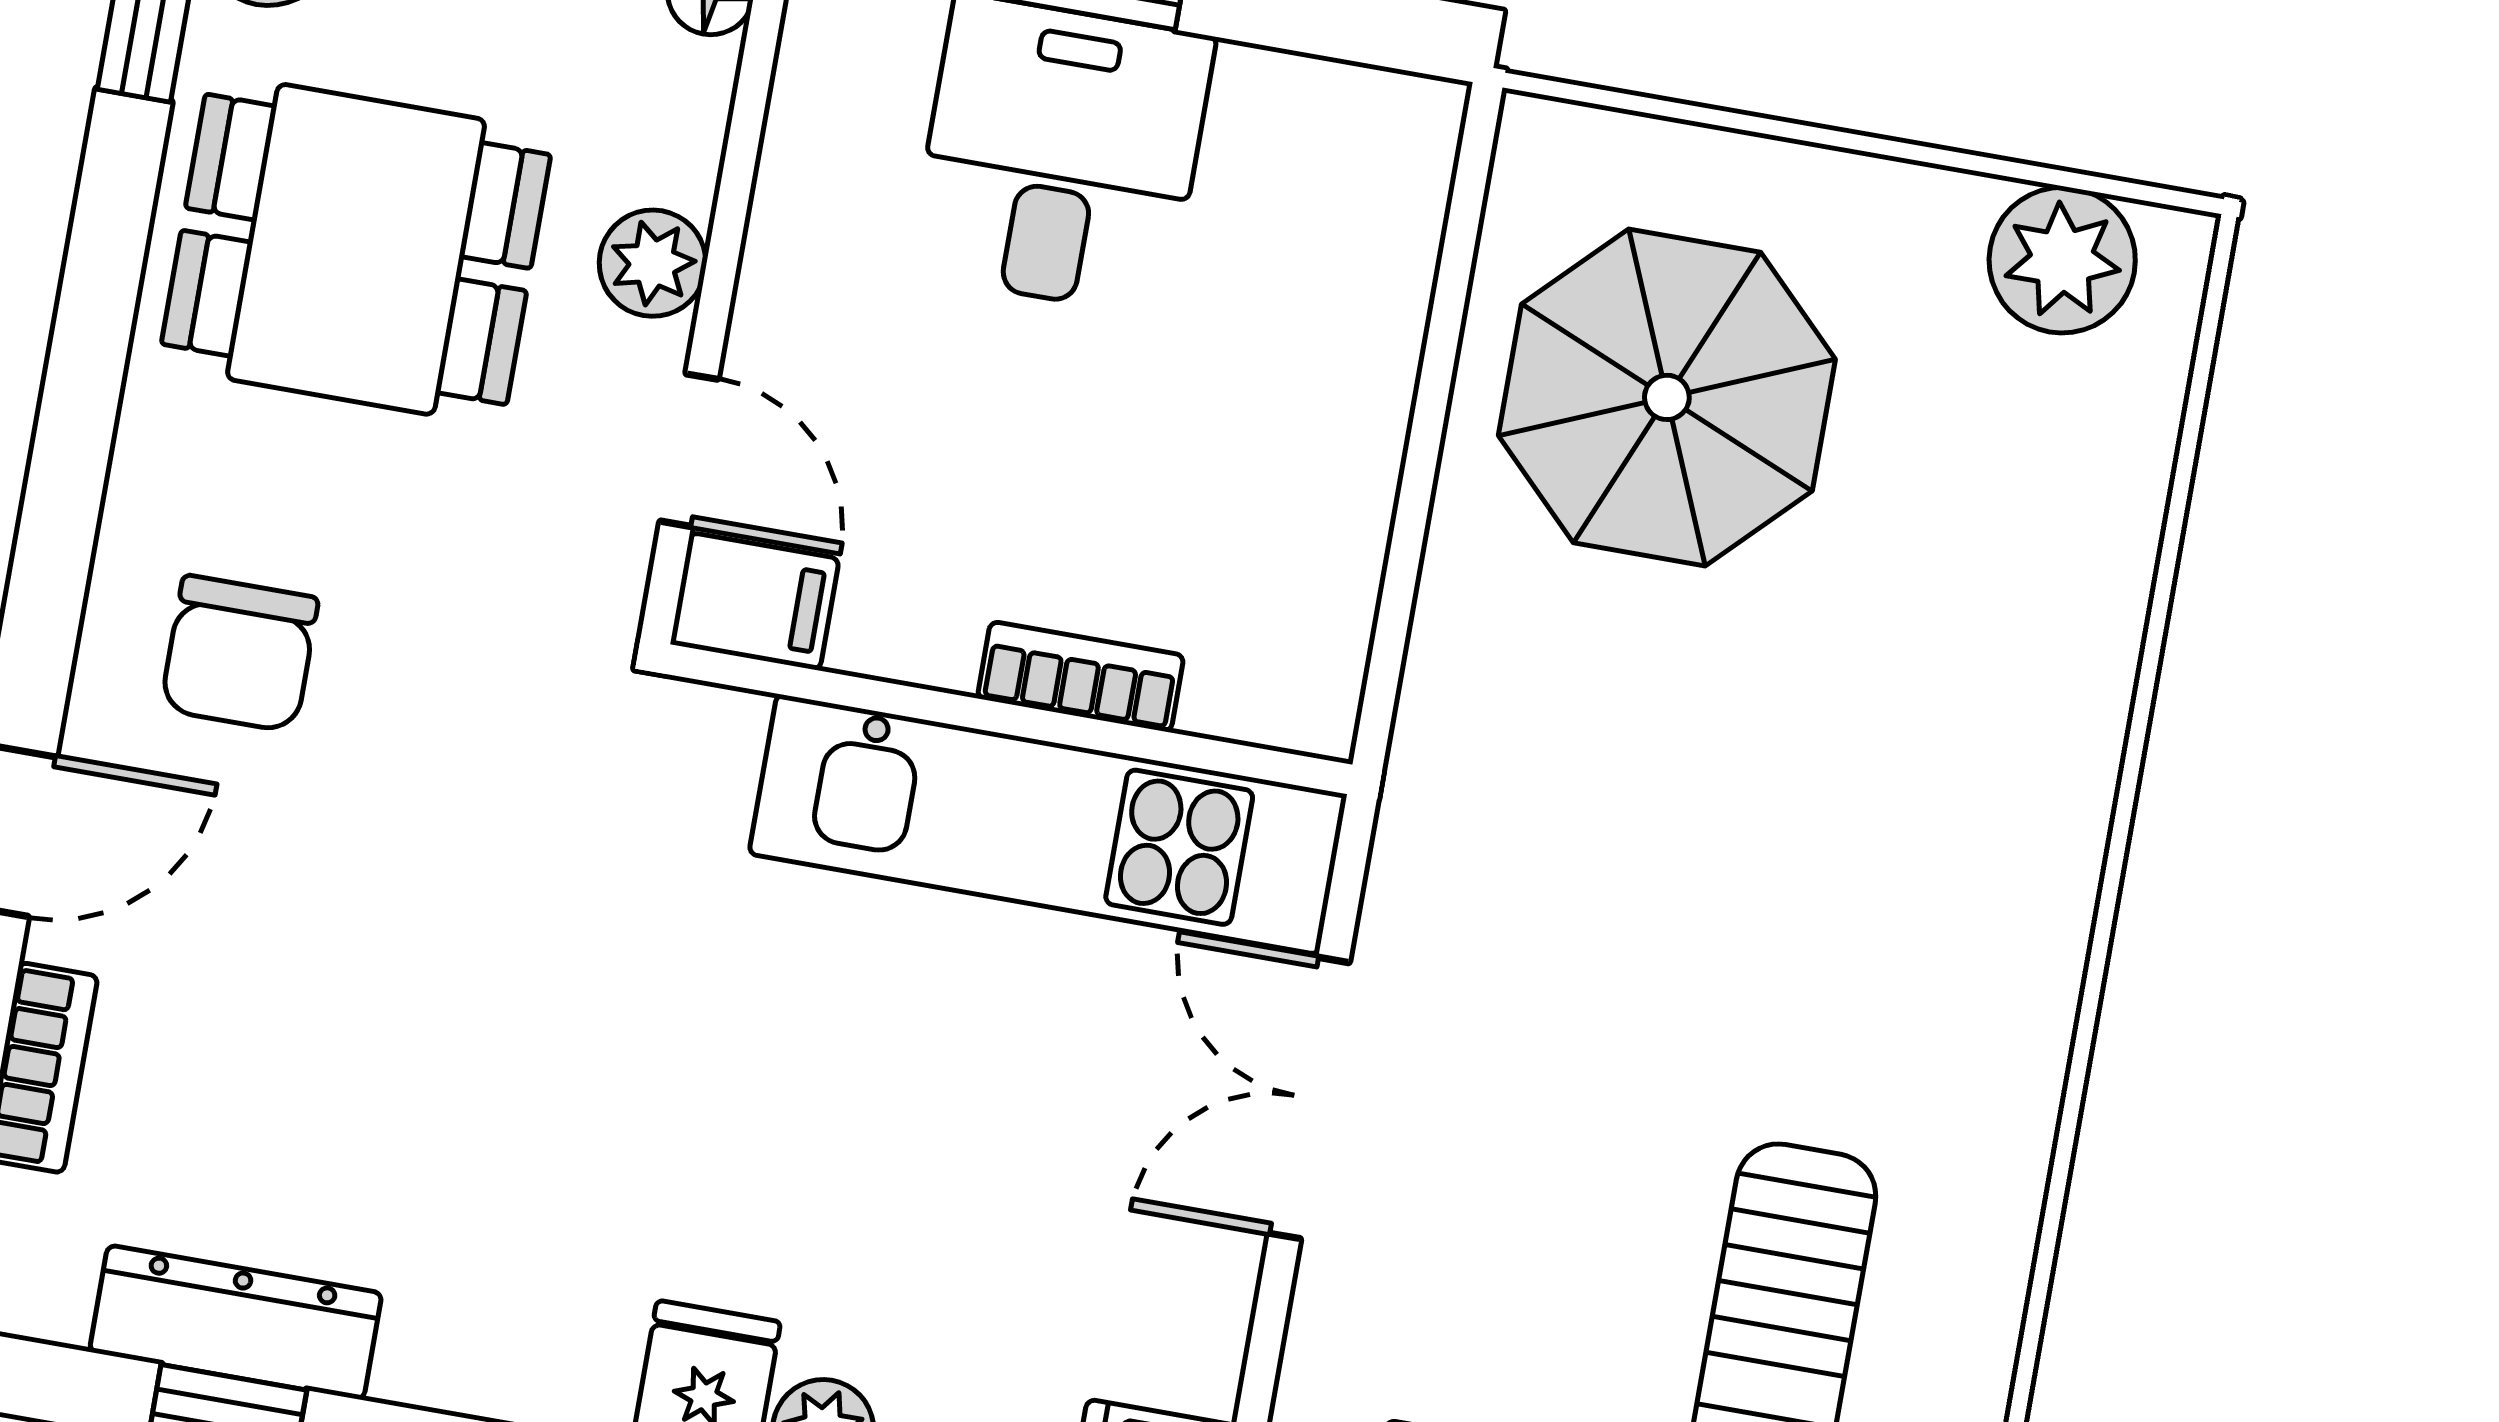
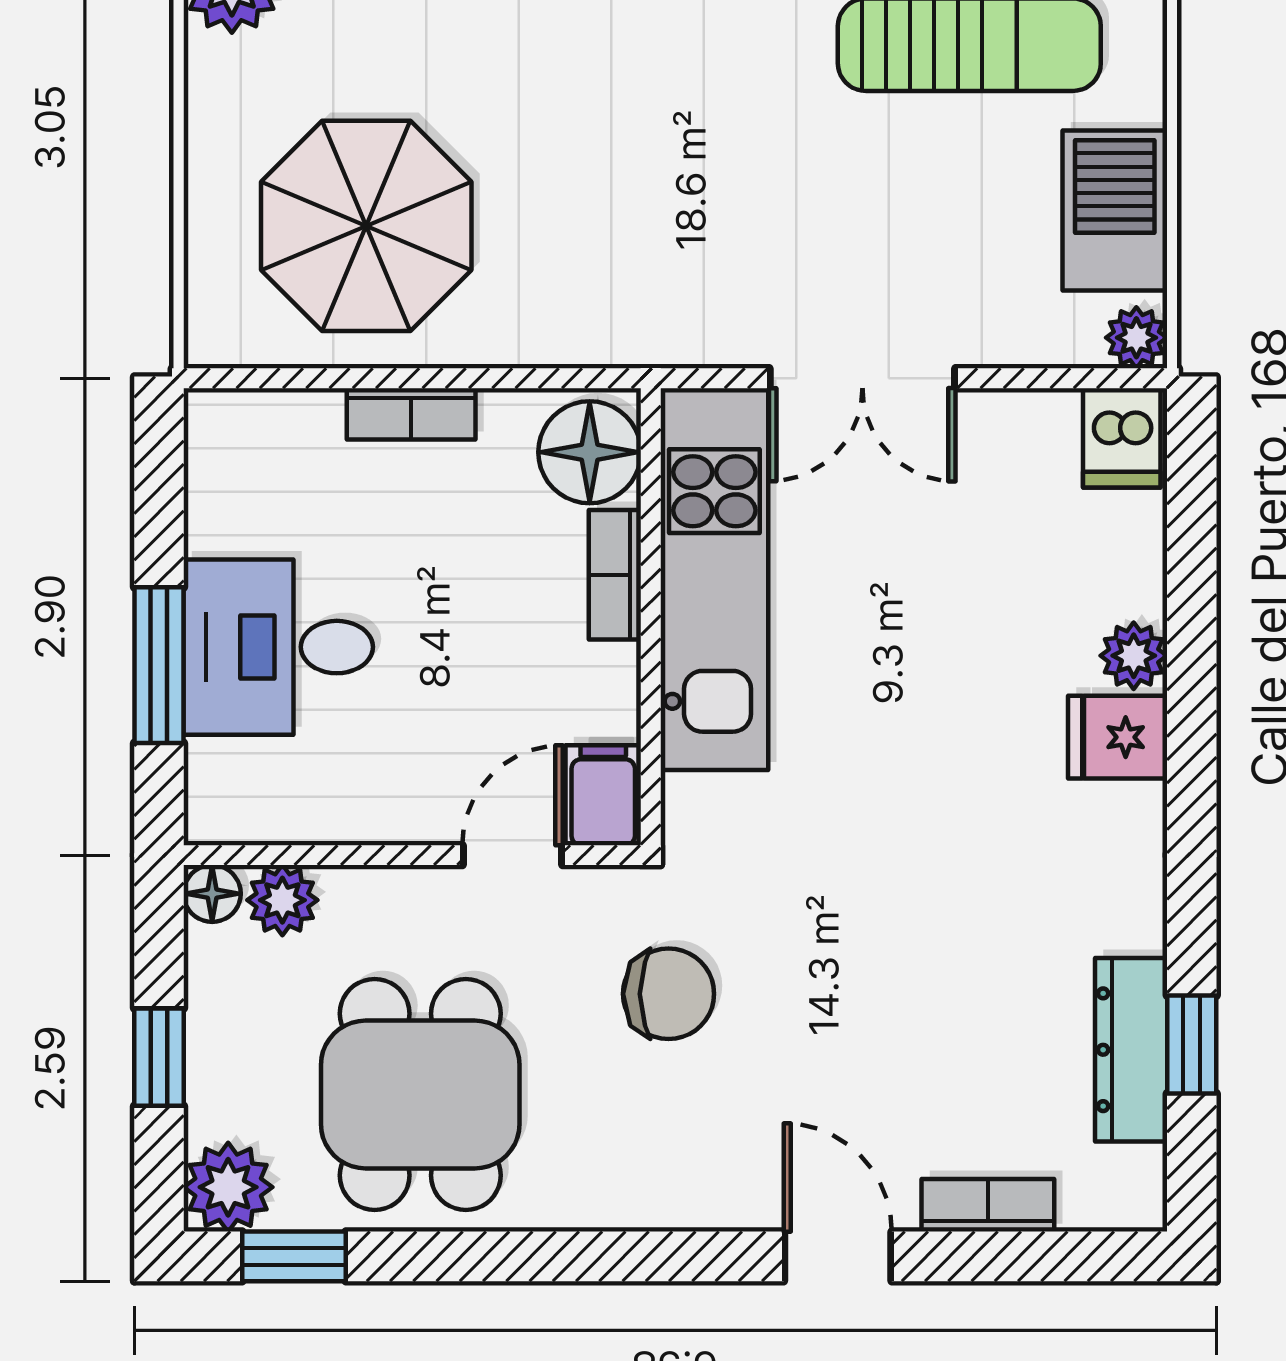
plant: (653, 263) -> (282, 900), moved
bookcase: (1375, 415) -> (411, 414), added
chair: (239, 654) -> (669, 994), moved
floor lamp: (1270, 671) -> (590, 452), added

